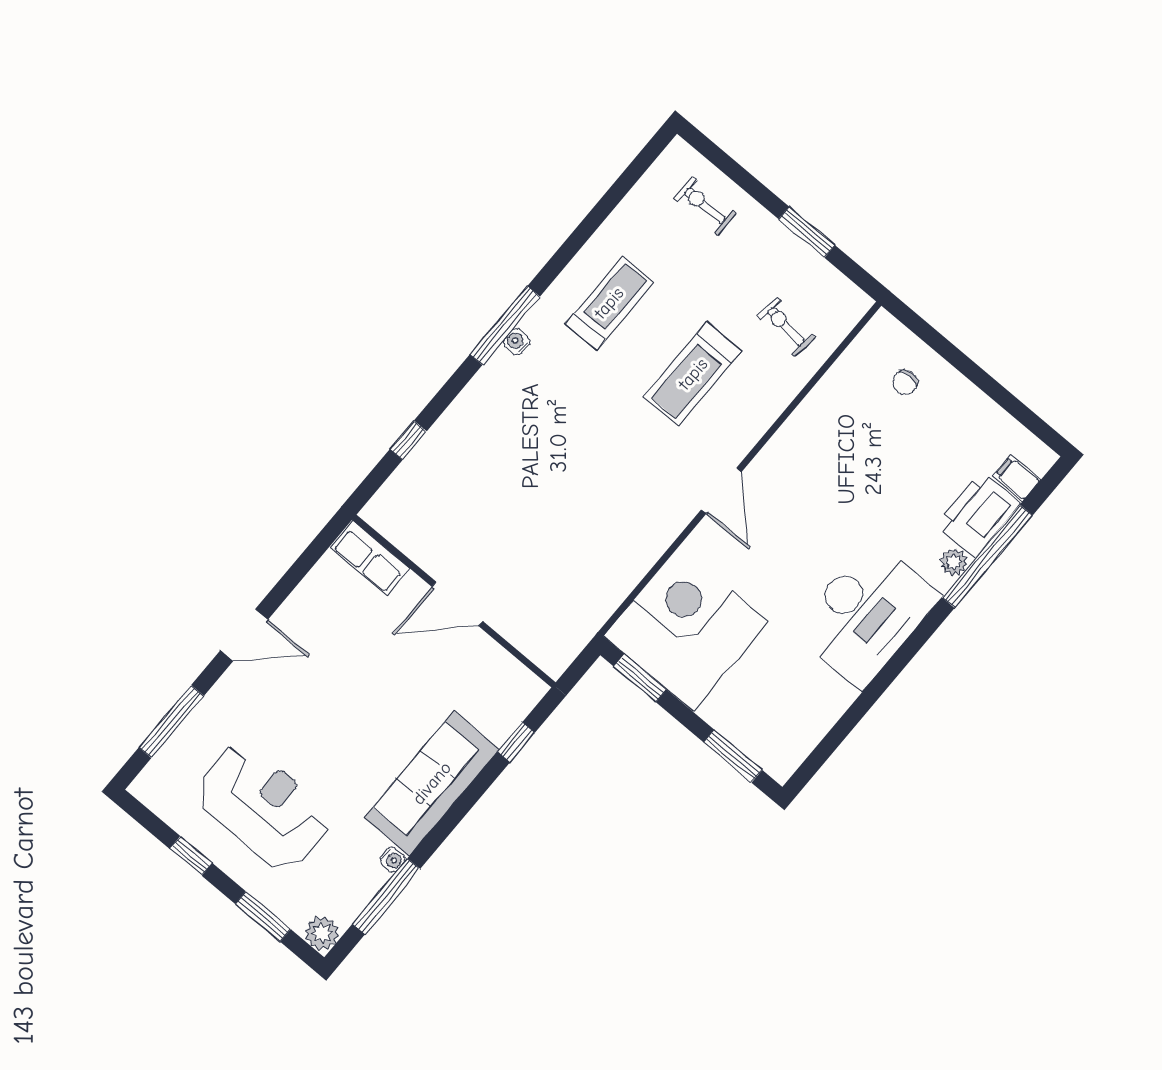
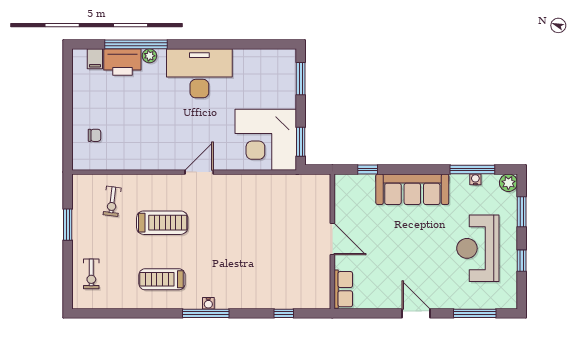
water cooler: (393, 859) -> (475, 179), moved

